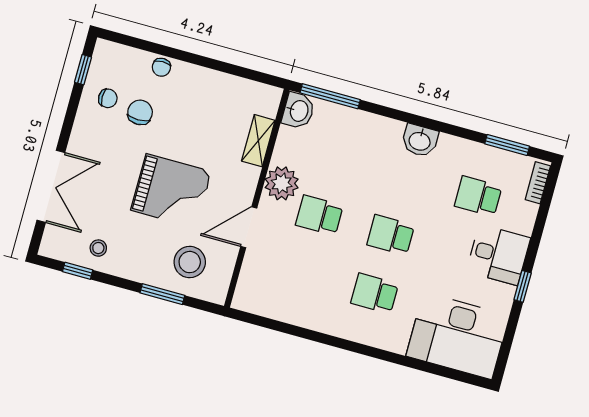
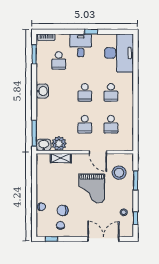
plant: (282, 183) -> (59, 144), moved
grand piano: (171, 191) -> (92, 189), turned 180
school desk: (303, 274) -> (111, 124), added

